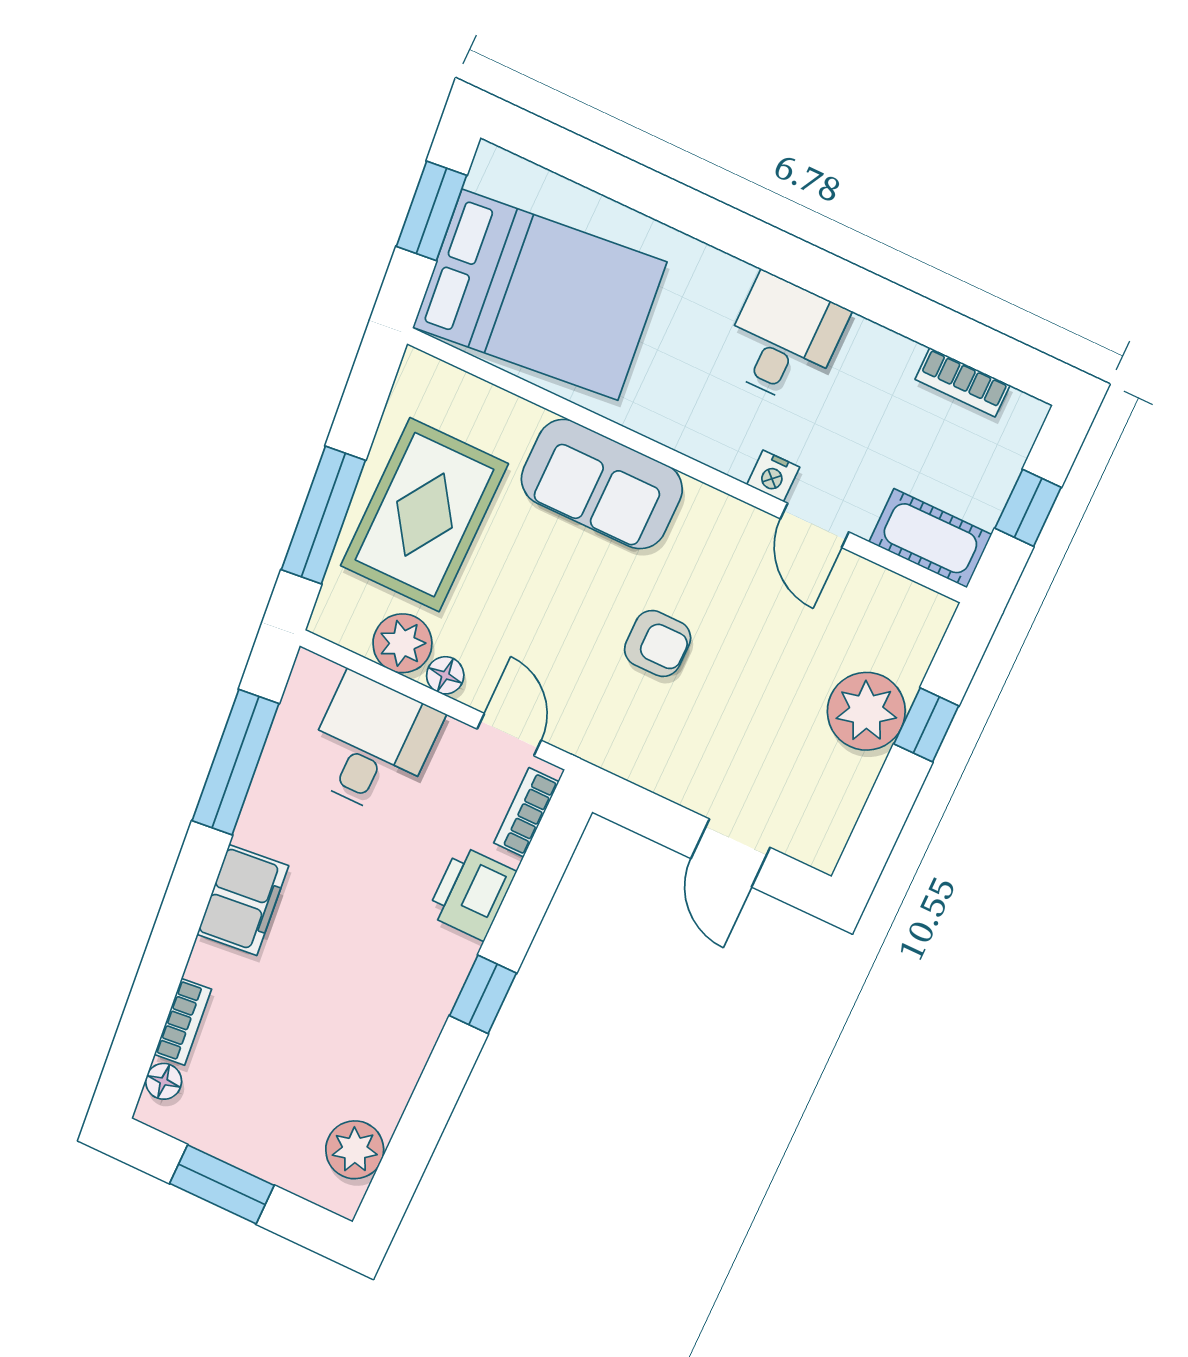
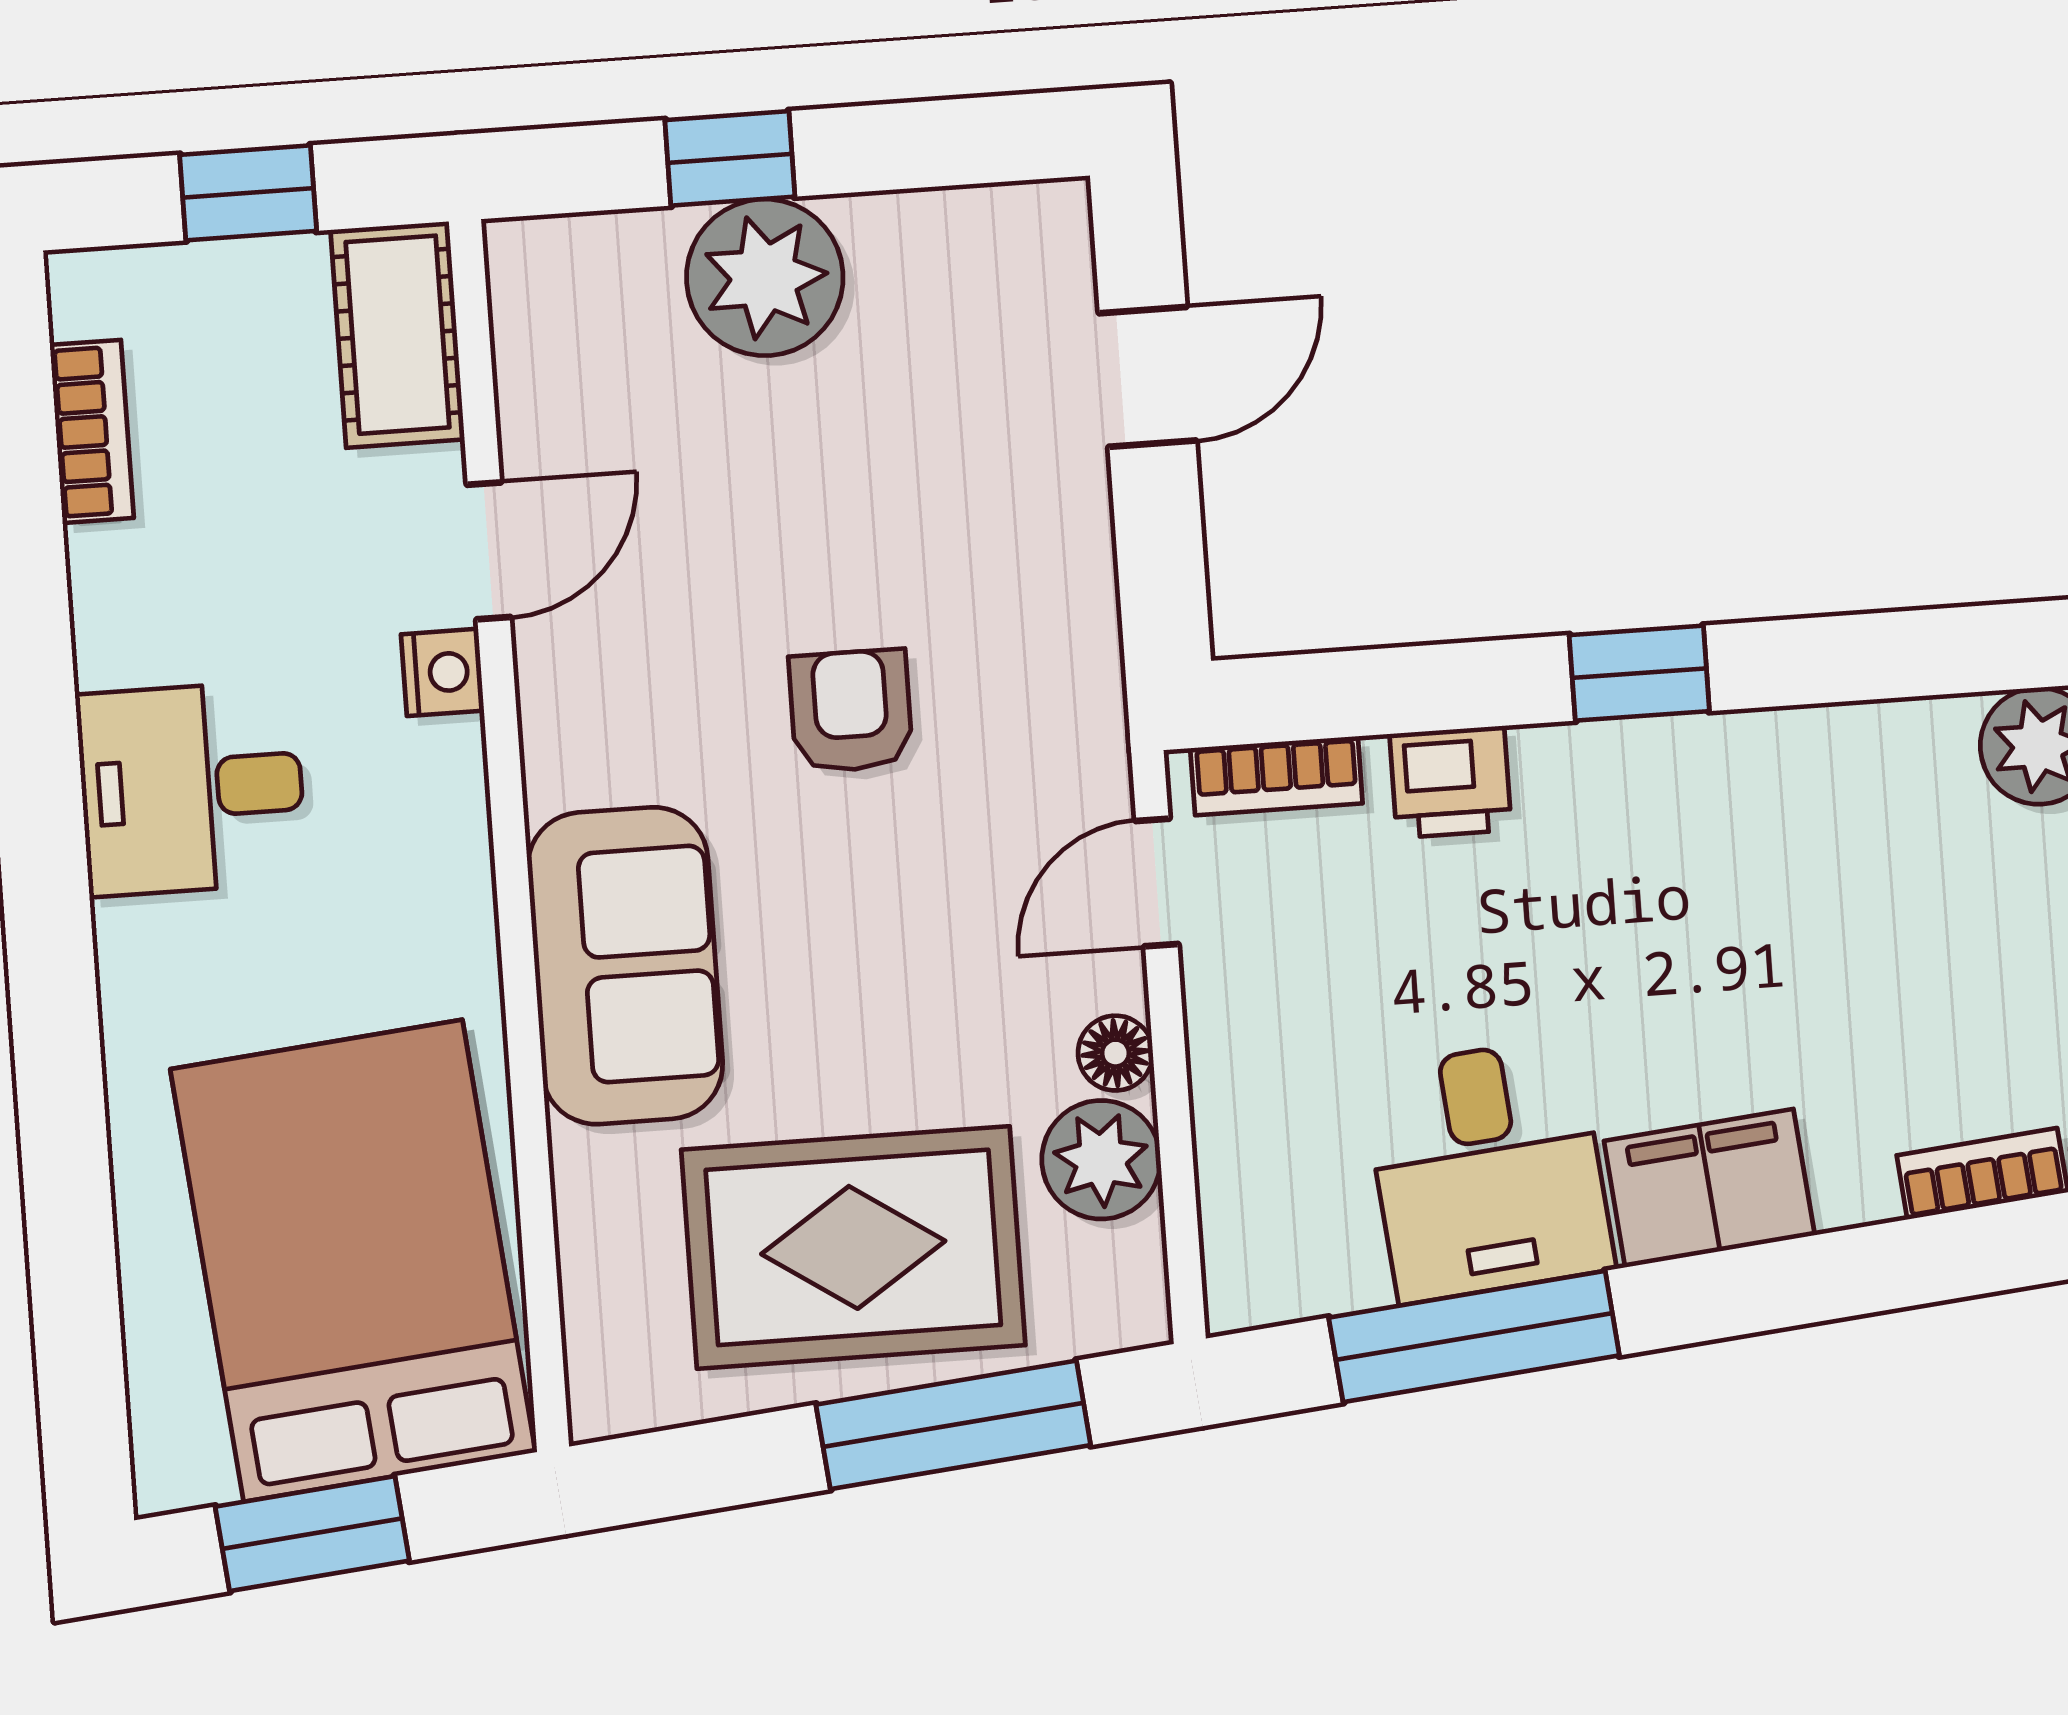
desk: (372, 745) -> (1488, 1170), moved, turned -96
printer: (471, 893) -> (1451, 782), width x0.73, depth x0.81

